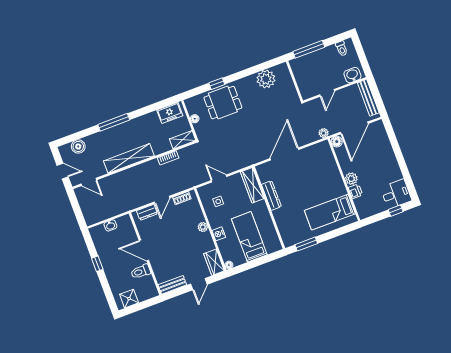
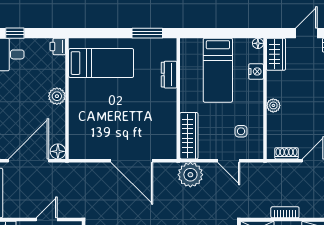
plant: (324, 133) -> (190, 175), moved, width x1.88, depth x1.88
door: (284, 154) -> (132, 161), hinge flipped
printer: (355, 191) -> (58, 46), moved
dresser: (271, 196) -> (169, 75), moved, width x0.70
nightstand: (219, 234) -> (256, 71), moved

